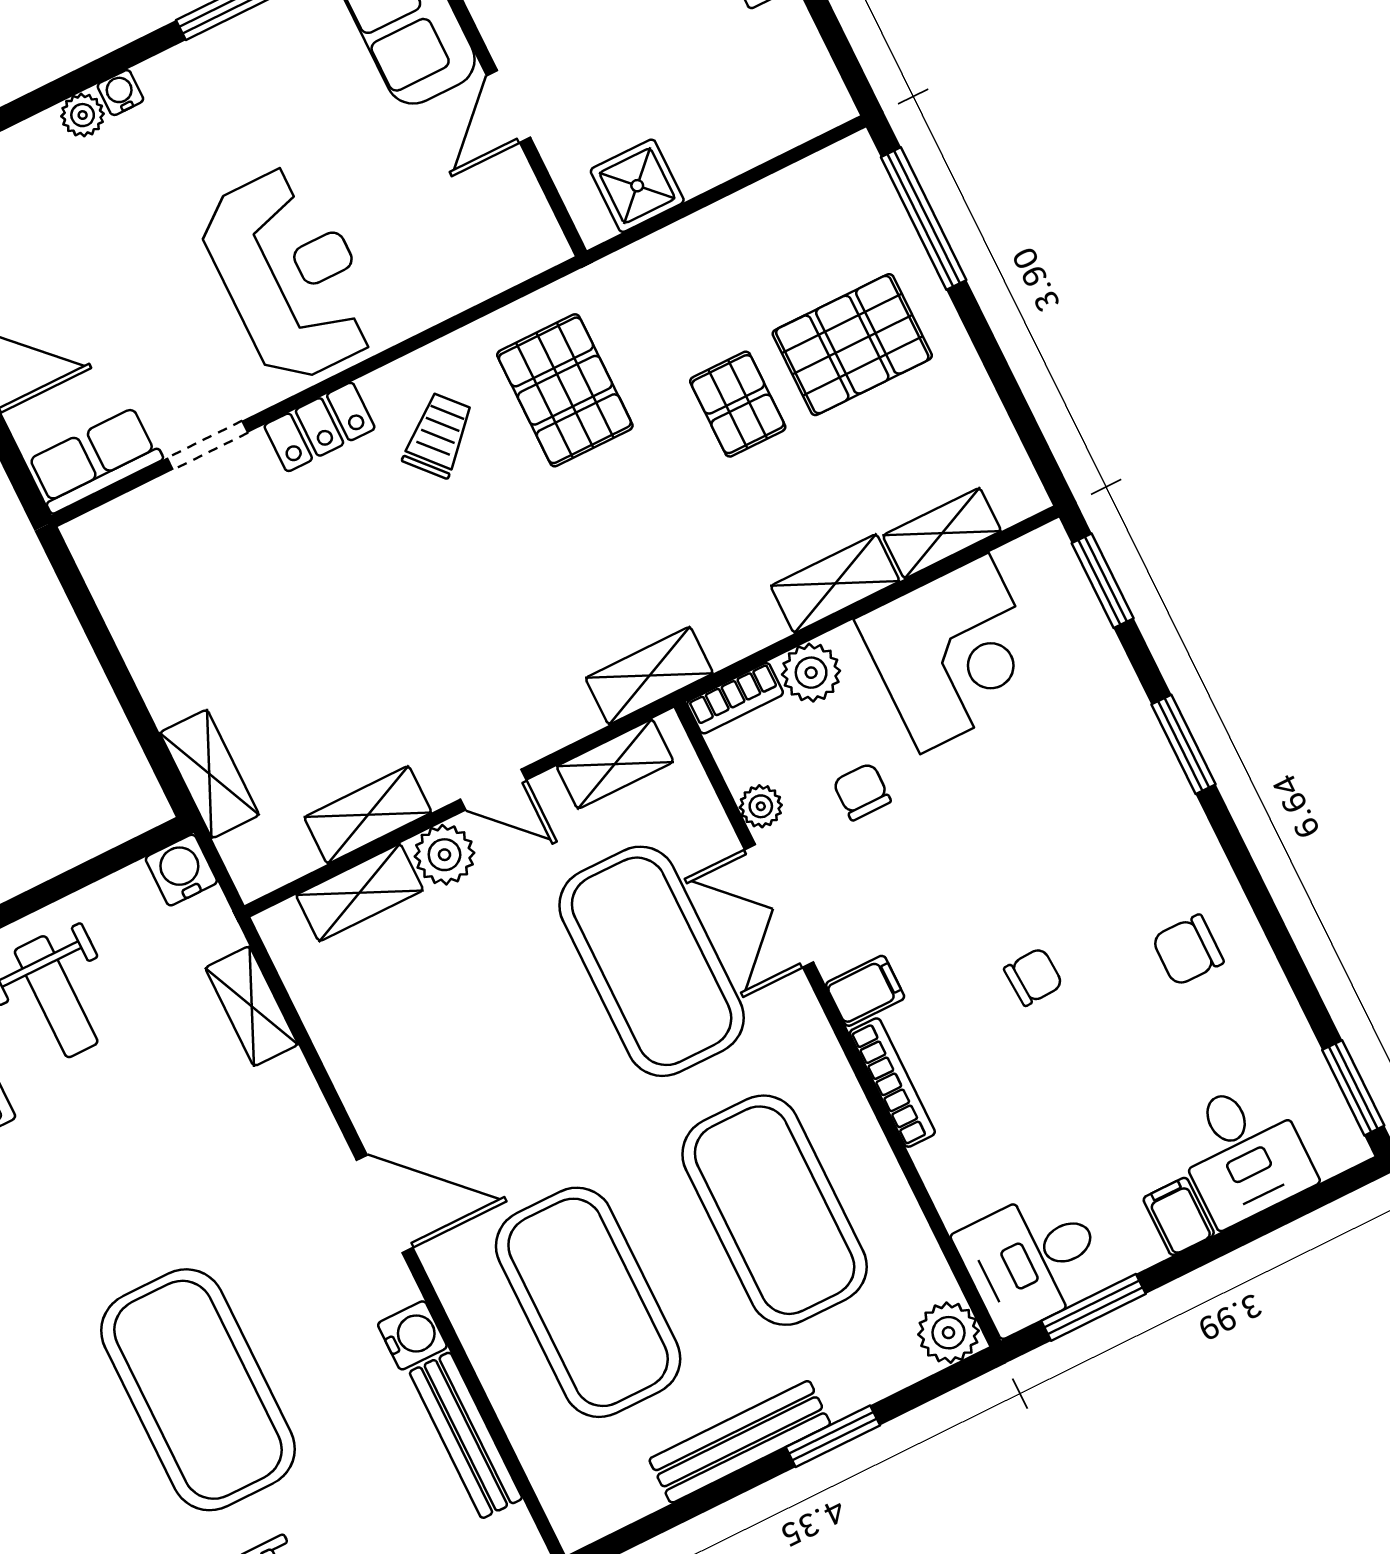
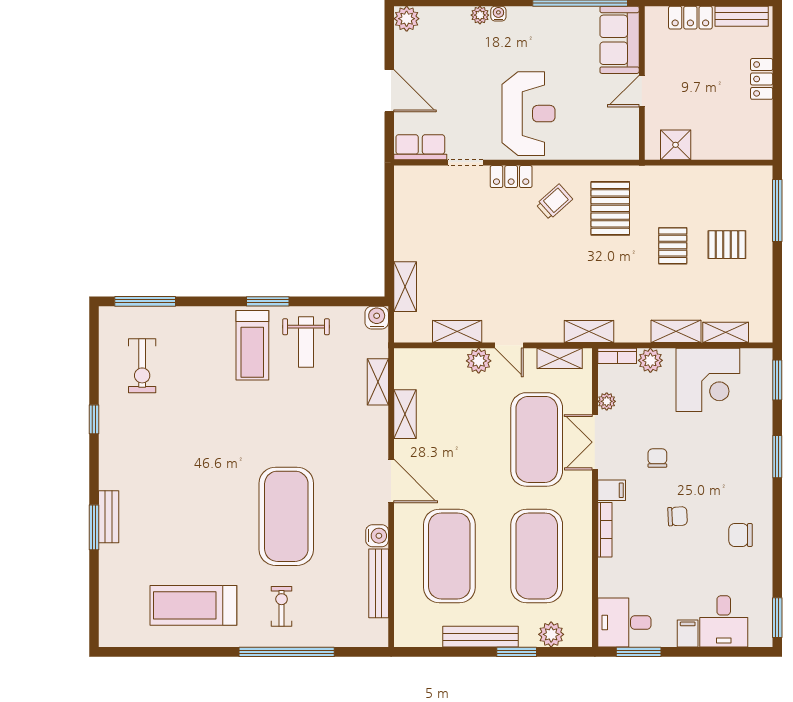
pallet: (852, 345) -> (727, 245), width x0.67, depth x0.71
chair: (862, 792) -> (657, 458), moved
shelving: (360, 893) -> (405, 414), moved, turned 90
plant: (949, 1333) -> (551, 634), moved

